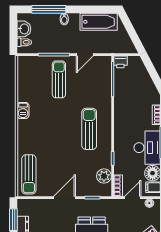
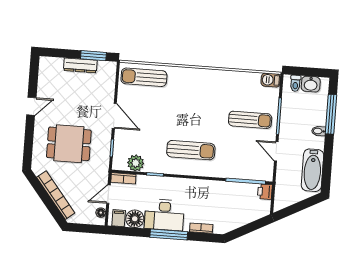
barbecue: (23, 110) -> (271, 80), moved
door: (133, 198) -> (108, 194), swing flipped

